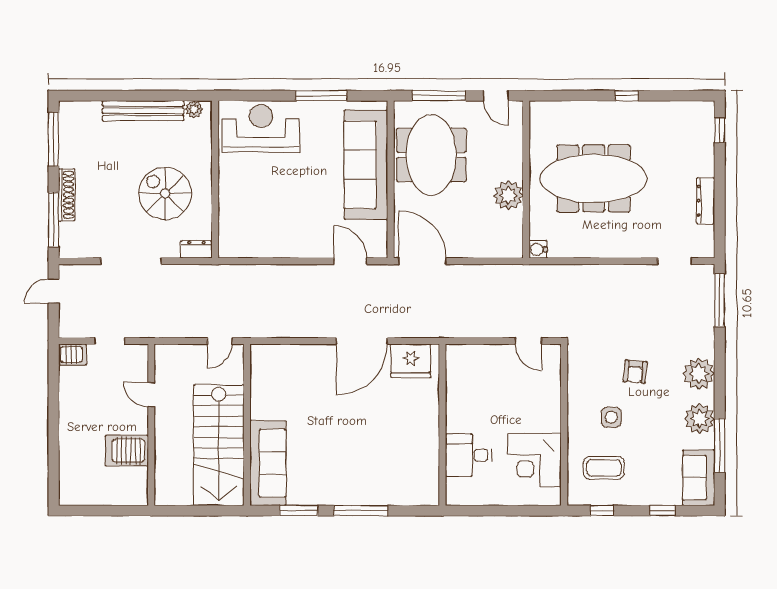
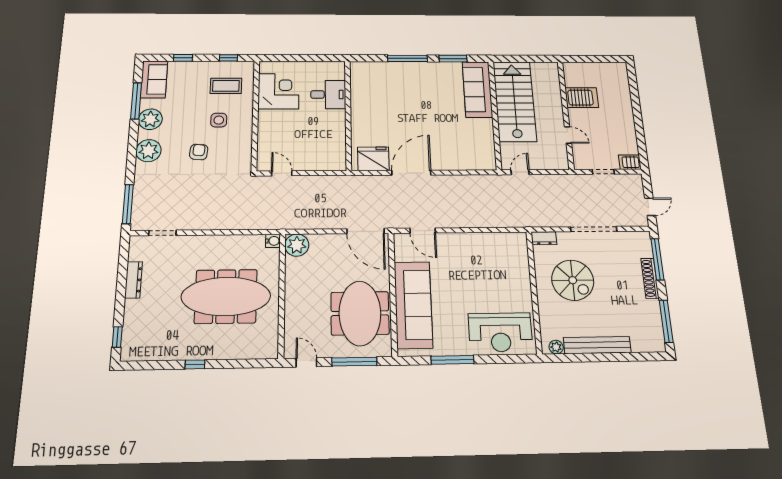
plant: (508, 195) -> (297, 245), moved

